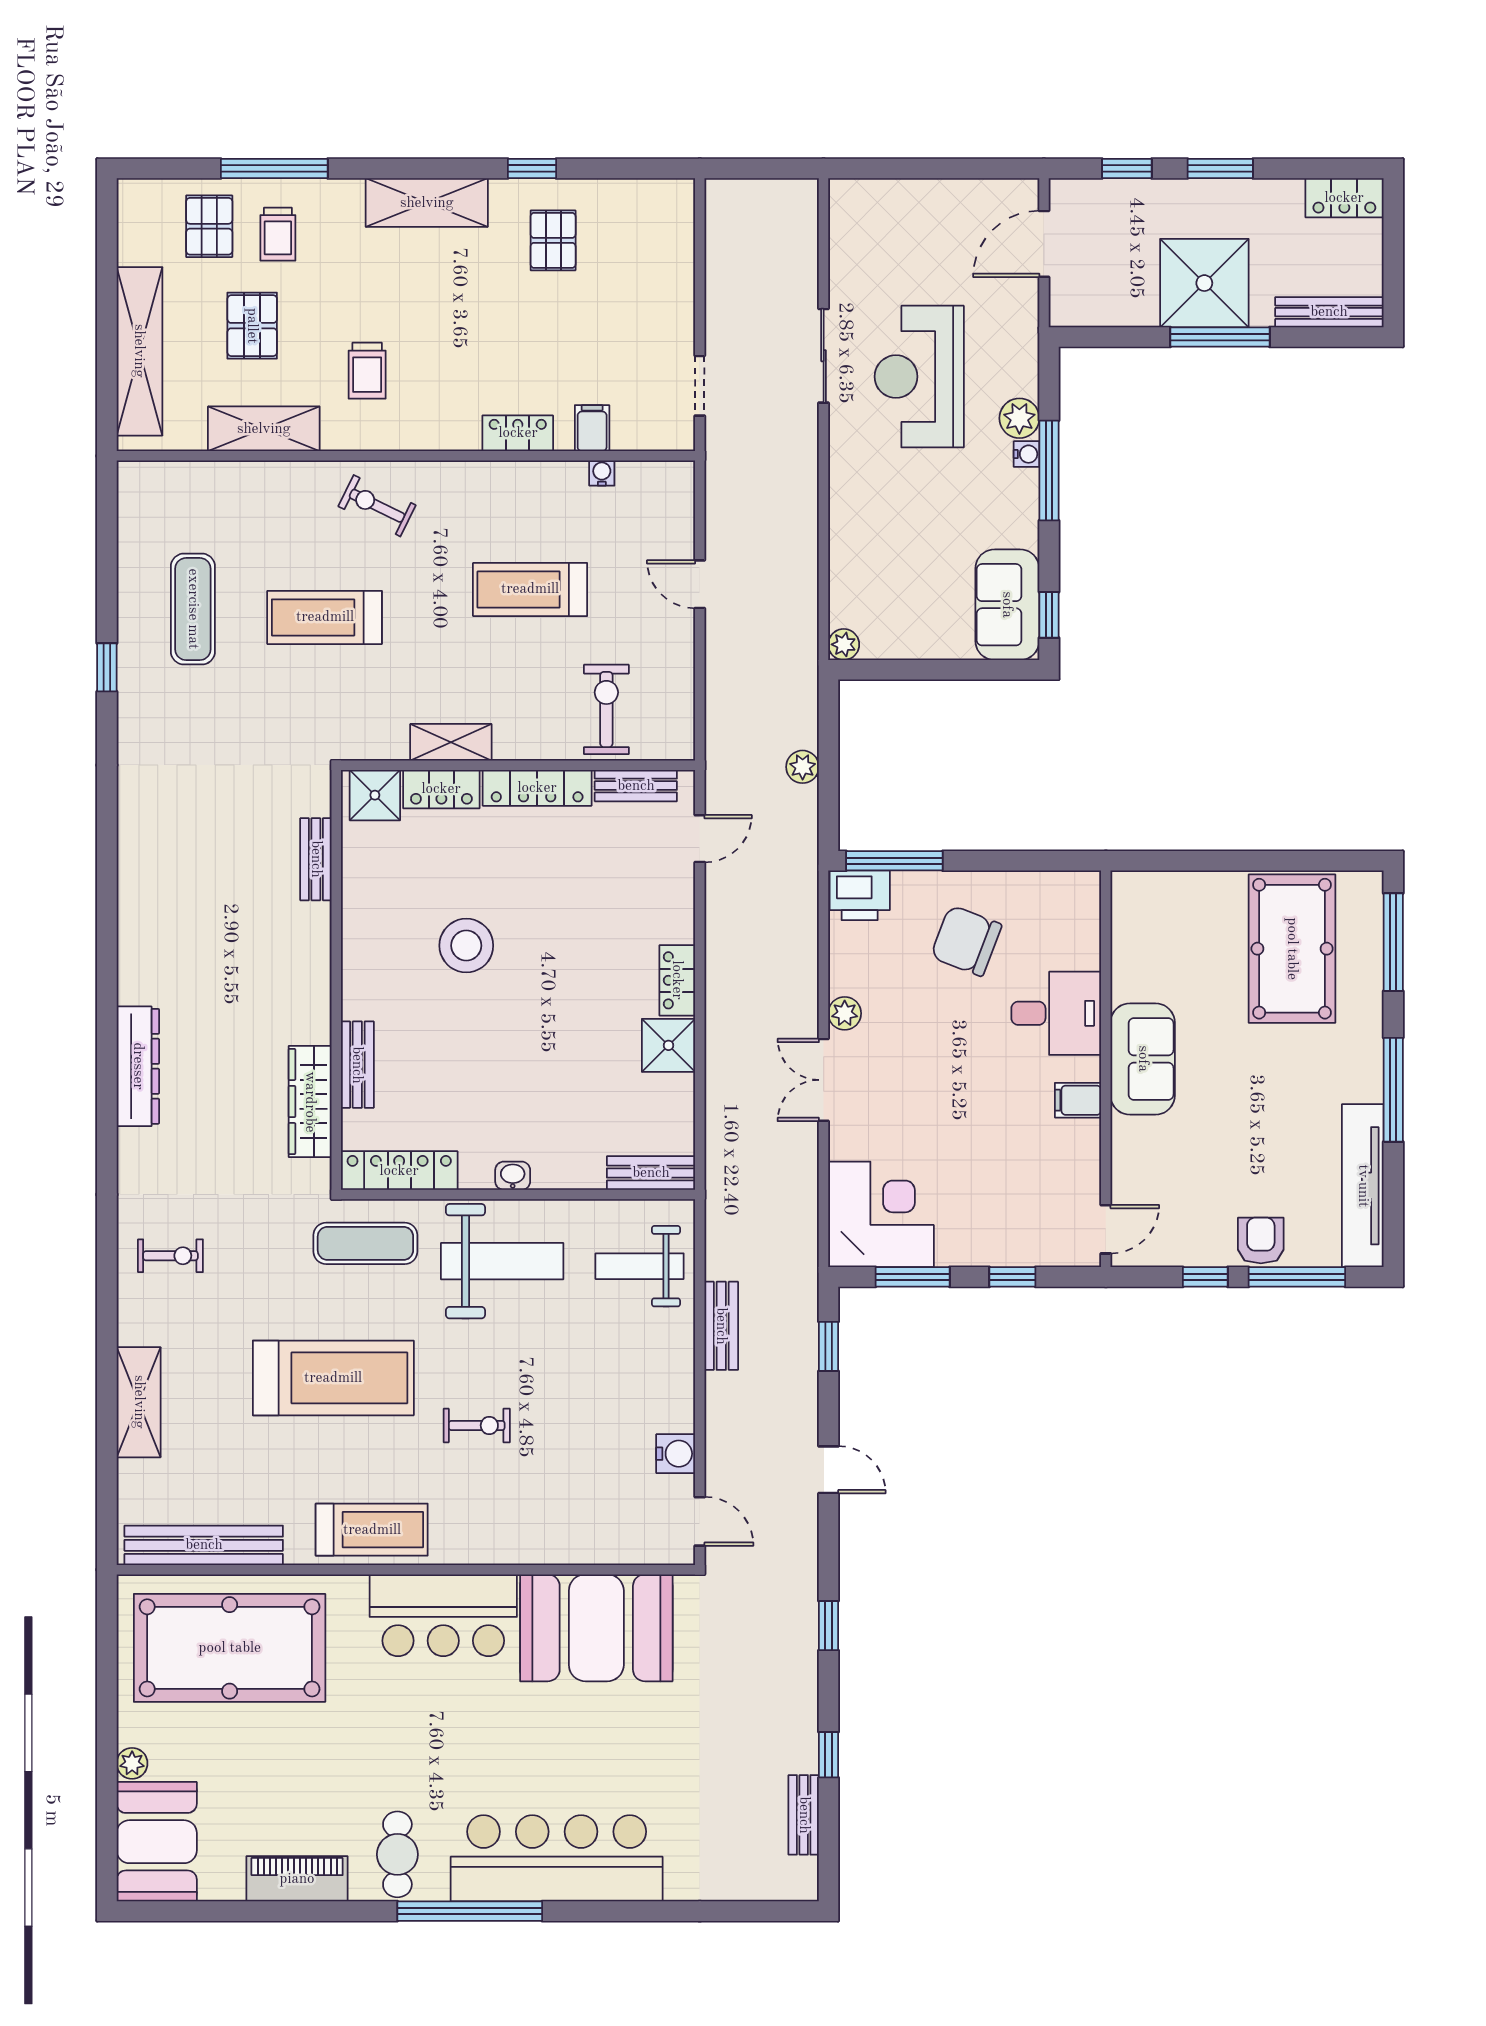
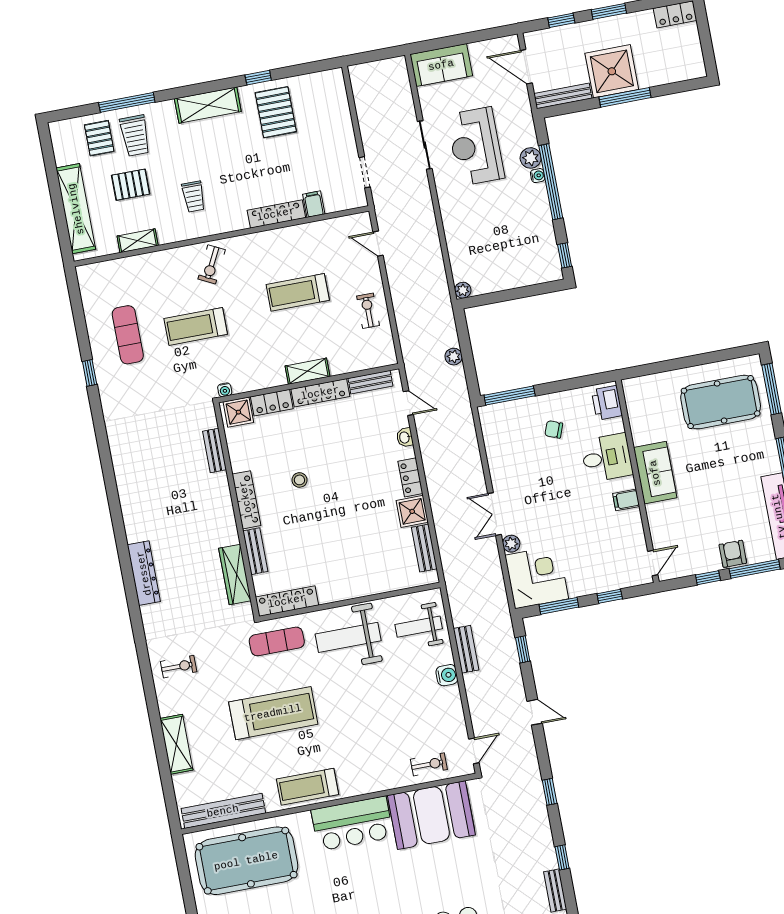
trolley: (278, 234) -> (135, 136), width x1.36, depth x1.39
pallet: (553, 240) -> (276, 112), width x1.50, depth x1.42
door: (1044, 244) -> (526, 67), hinge flipped
bench: (1329, 312) -> (563, 96), moved
pallet: (252, 326) -> (131, 185), turned 90
shelving: (264, 429) -> (138, 241), width x0.67, depth x0.75
locker: (518, 433) -> (276, 214), width x1.53
window: (1049, 470) -> (551, 182), width x1.46
water cooler: (602, 473) -> (225, 390), moved, turned 180
exercise bike: (377, 506) -> (212, 264), turned -89
door: (700, 584) -> (378, 244), moved
sofa: (1007, 605) -> (441, 65), moved, turned -90
exercise bike: (606, 709) -> (368, 311), moved, width x0.73, depth x0.72
shelving: (451, 742) -> (307, 371), moved
door: (700, 839) -> (408, 403), hinge flipped
printer: (860, 895) -> (607, 403), moved, turned 90
chair: (966, 941) -> (554, 429), width x0.54, depth x0.54
stool: (466, 946) -> (299, 480), width x0.53, depth x0.53
pool table: (1292, 949) -> (721, 402), turned 90
locker: (359, 964) -> (246, 500), added
plant: (845, 1013) -> (511, 544), moved
bench: (651, 1173) -> (424, 548), moved, turned 90
washbasin: (513, 1176) -> (405, 437), moved, turned -90
weight bench: (502, 1261) -> (348, 637), turned 180
exercise bike: (477, 1425) -> (429, 764), moved
water cooler: (676, 1454) -> (447, 675), moved
door: (700, 1521) -> (474, 751), hinge flipped
treadmill: (372, 1530) -> (308, 787), turned 180

